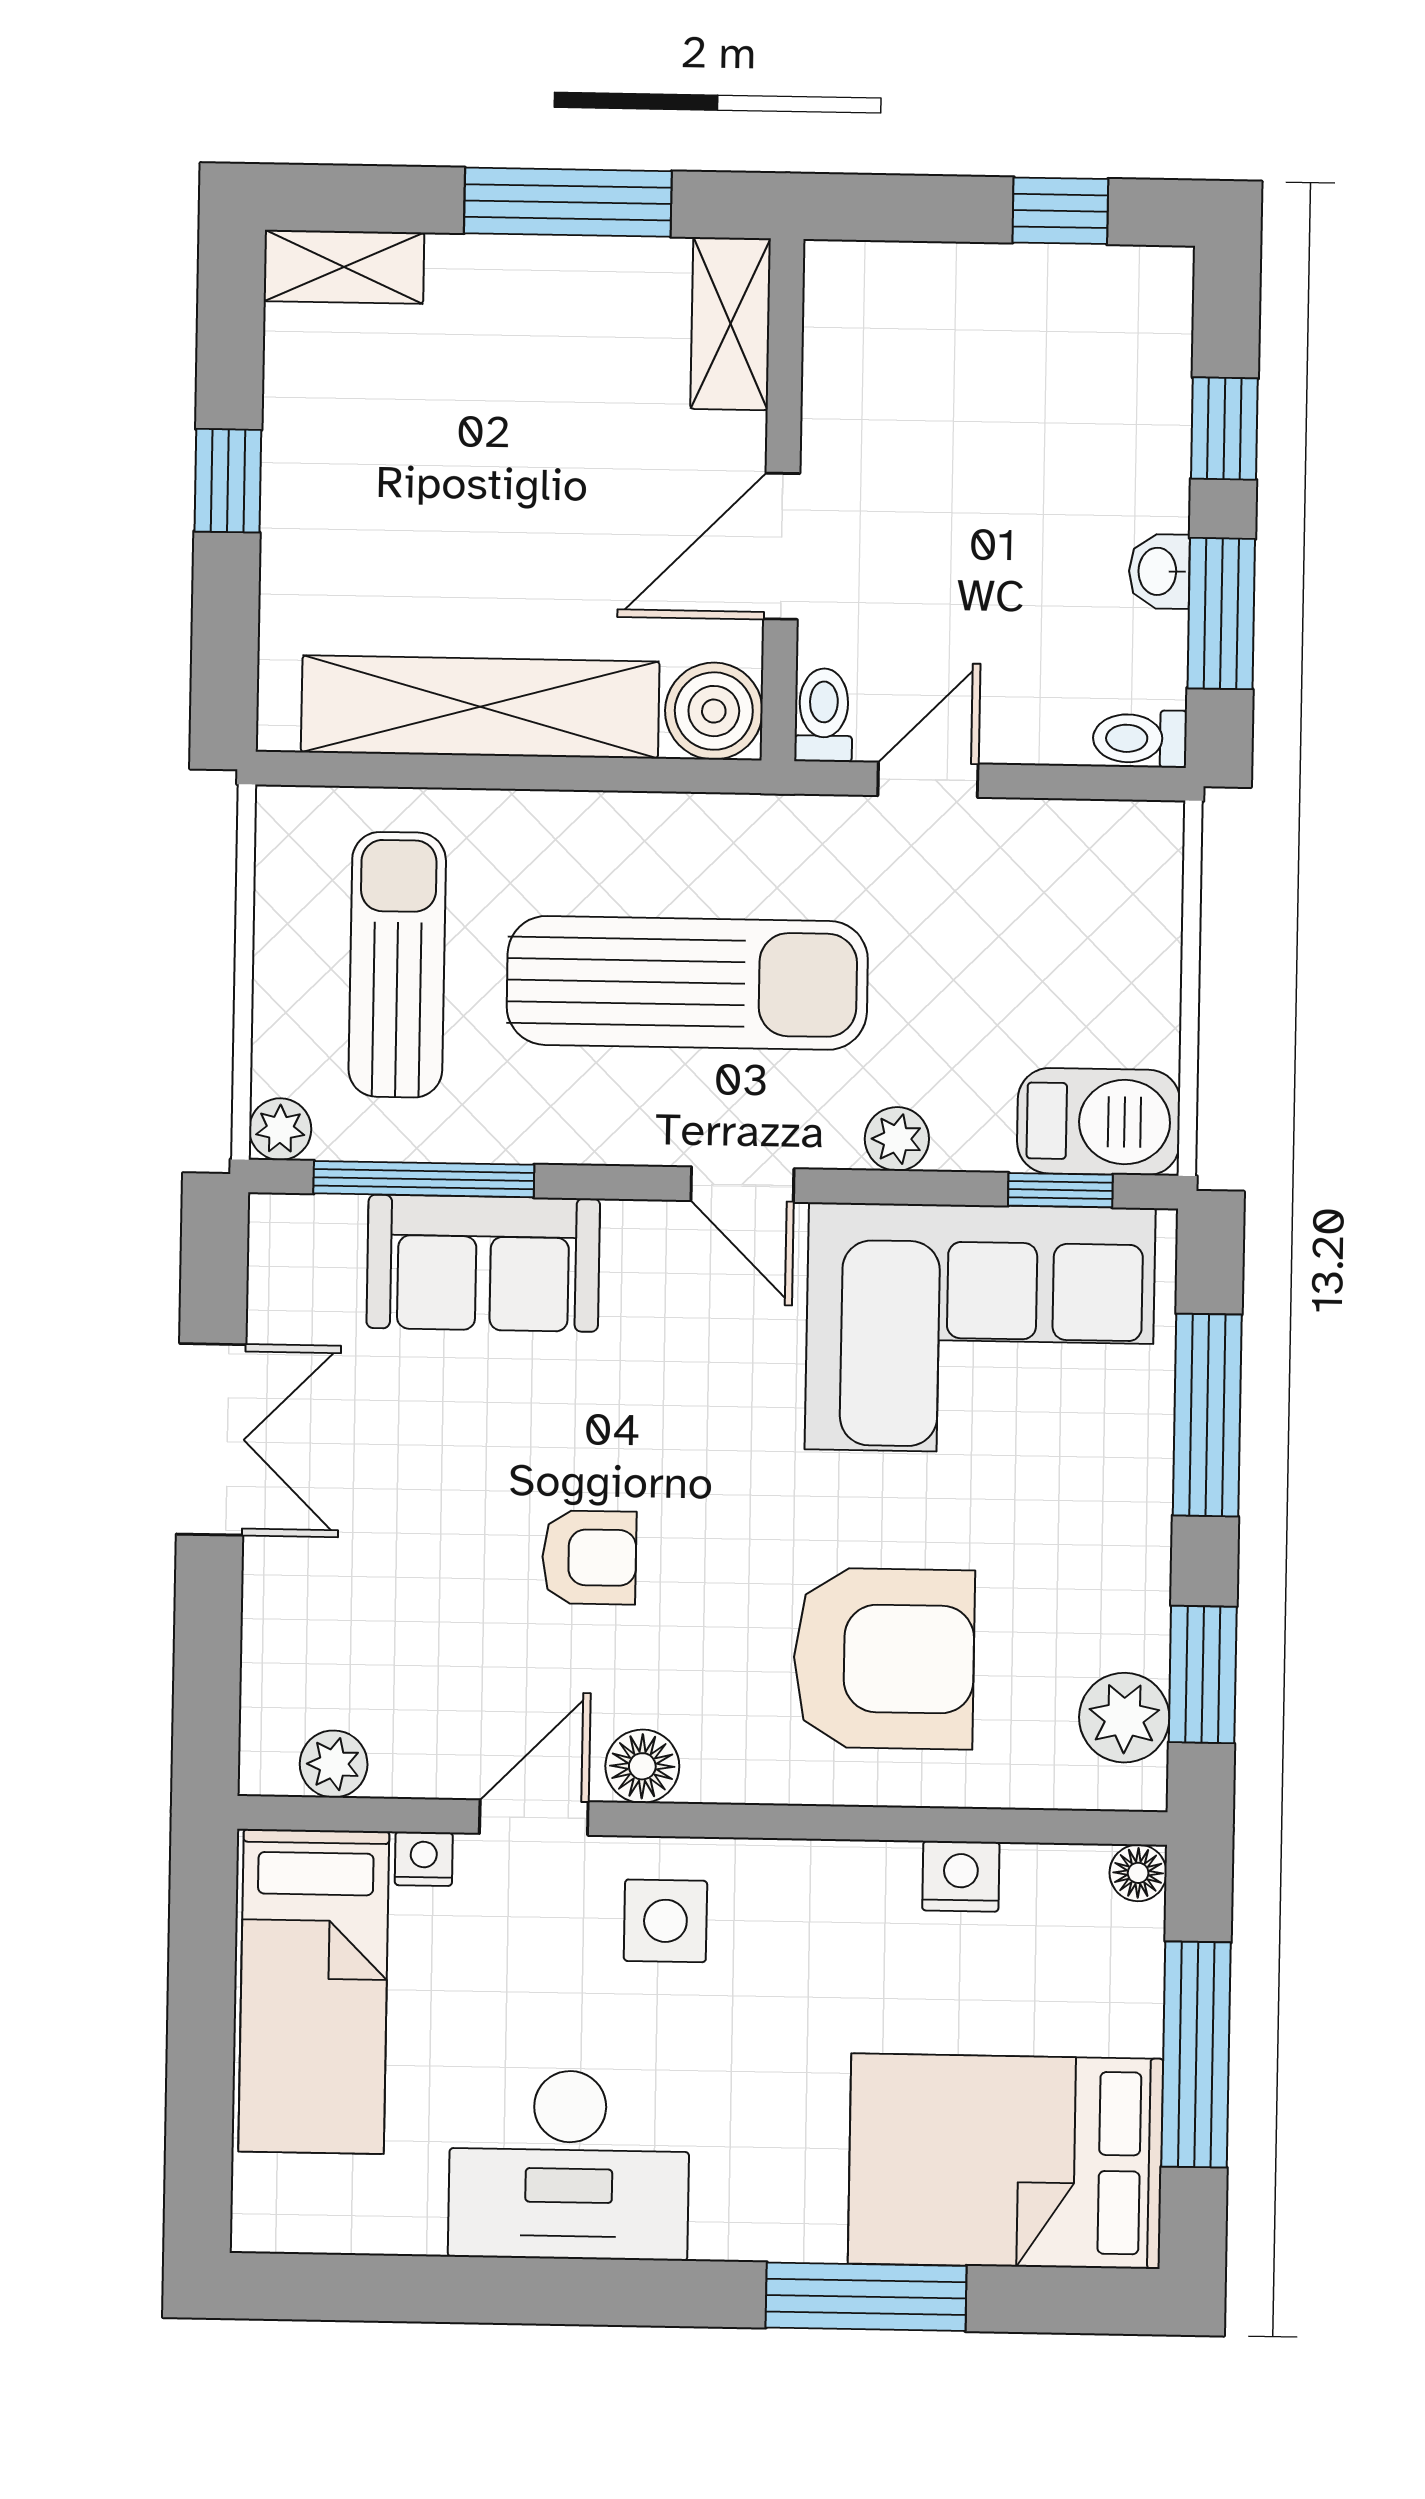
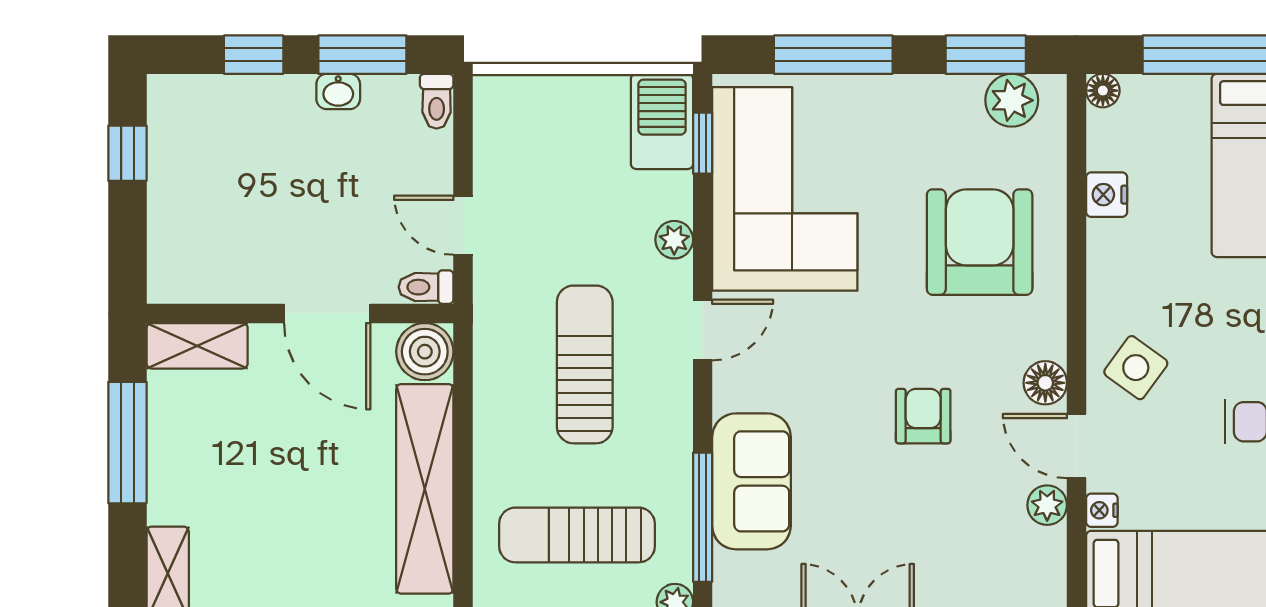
sun lounger: (687, 983) -> (585, 364), width x0.73, depth x0.75
plant: (334, 1764) -> (1047, 505), moved
side table: (665, 1921) -> (1136, 368), turned 36

